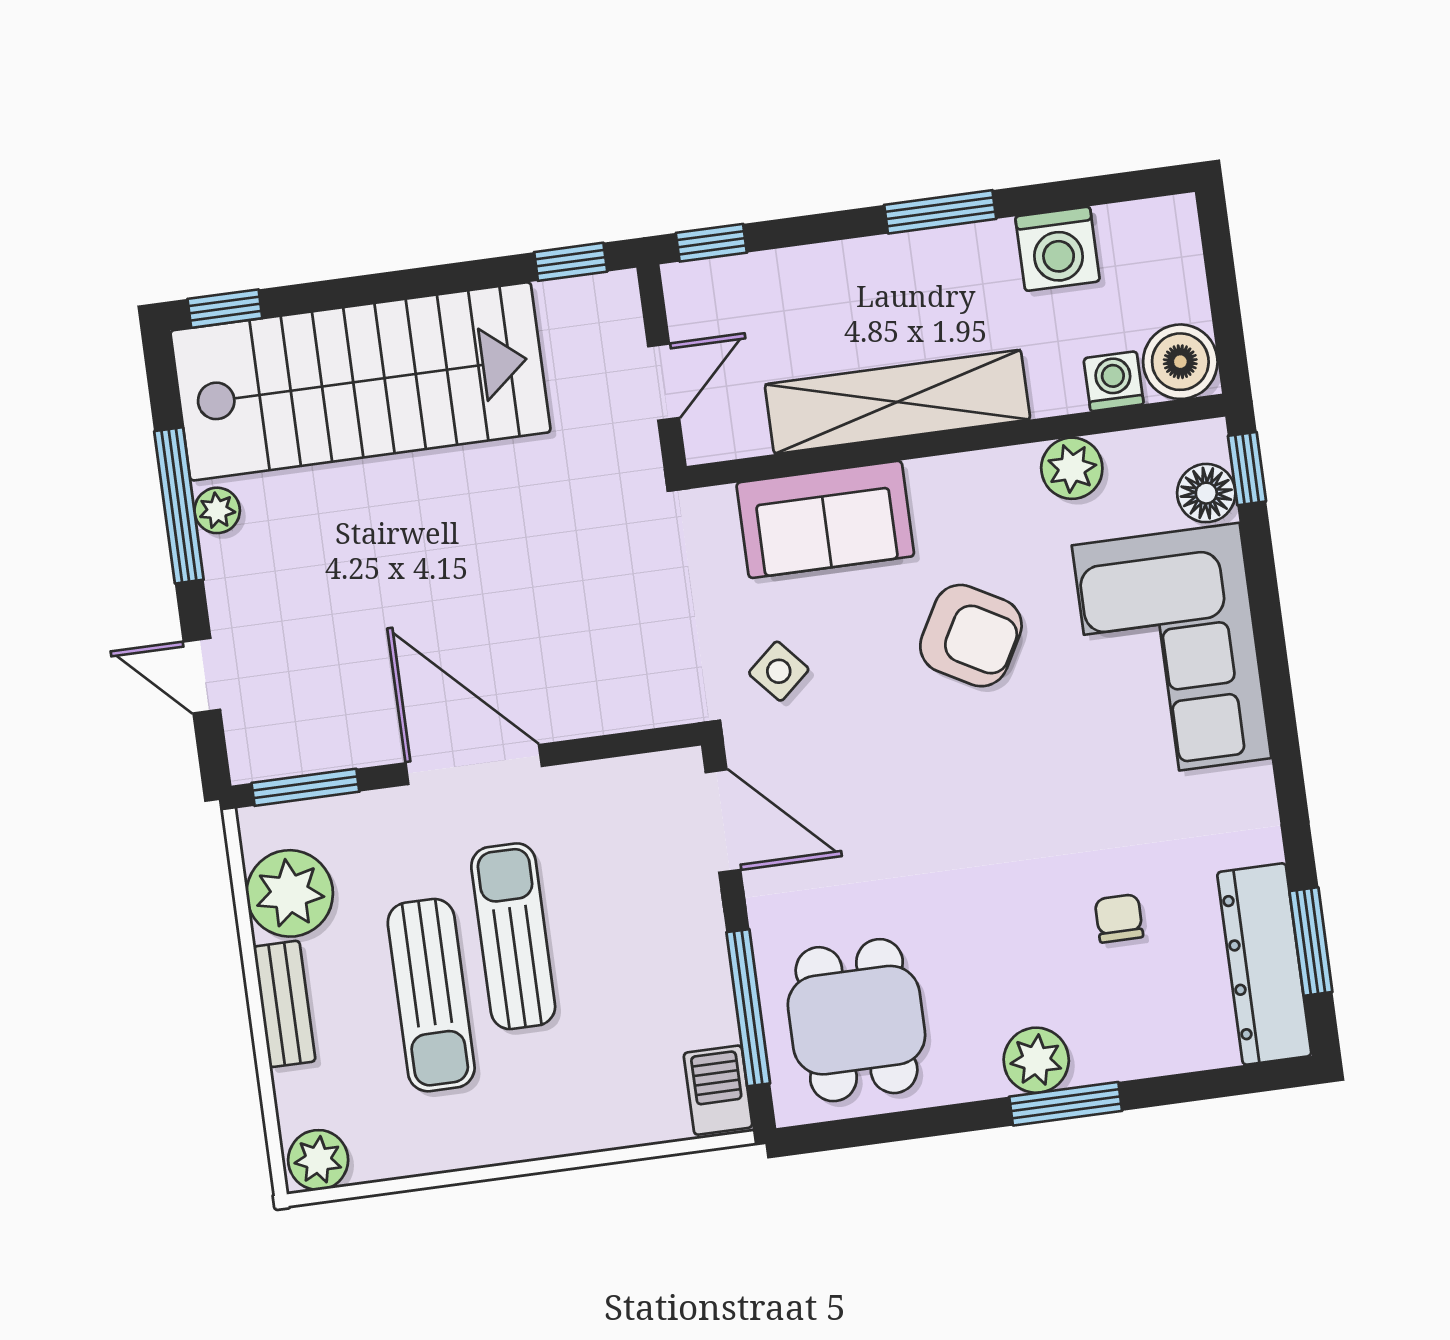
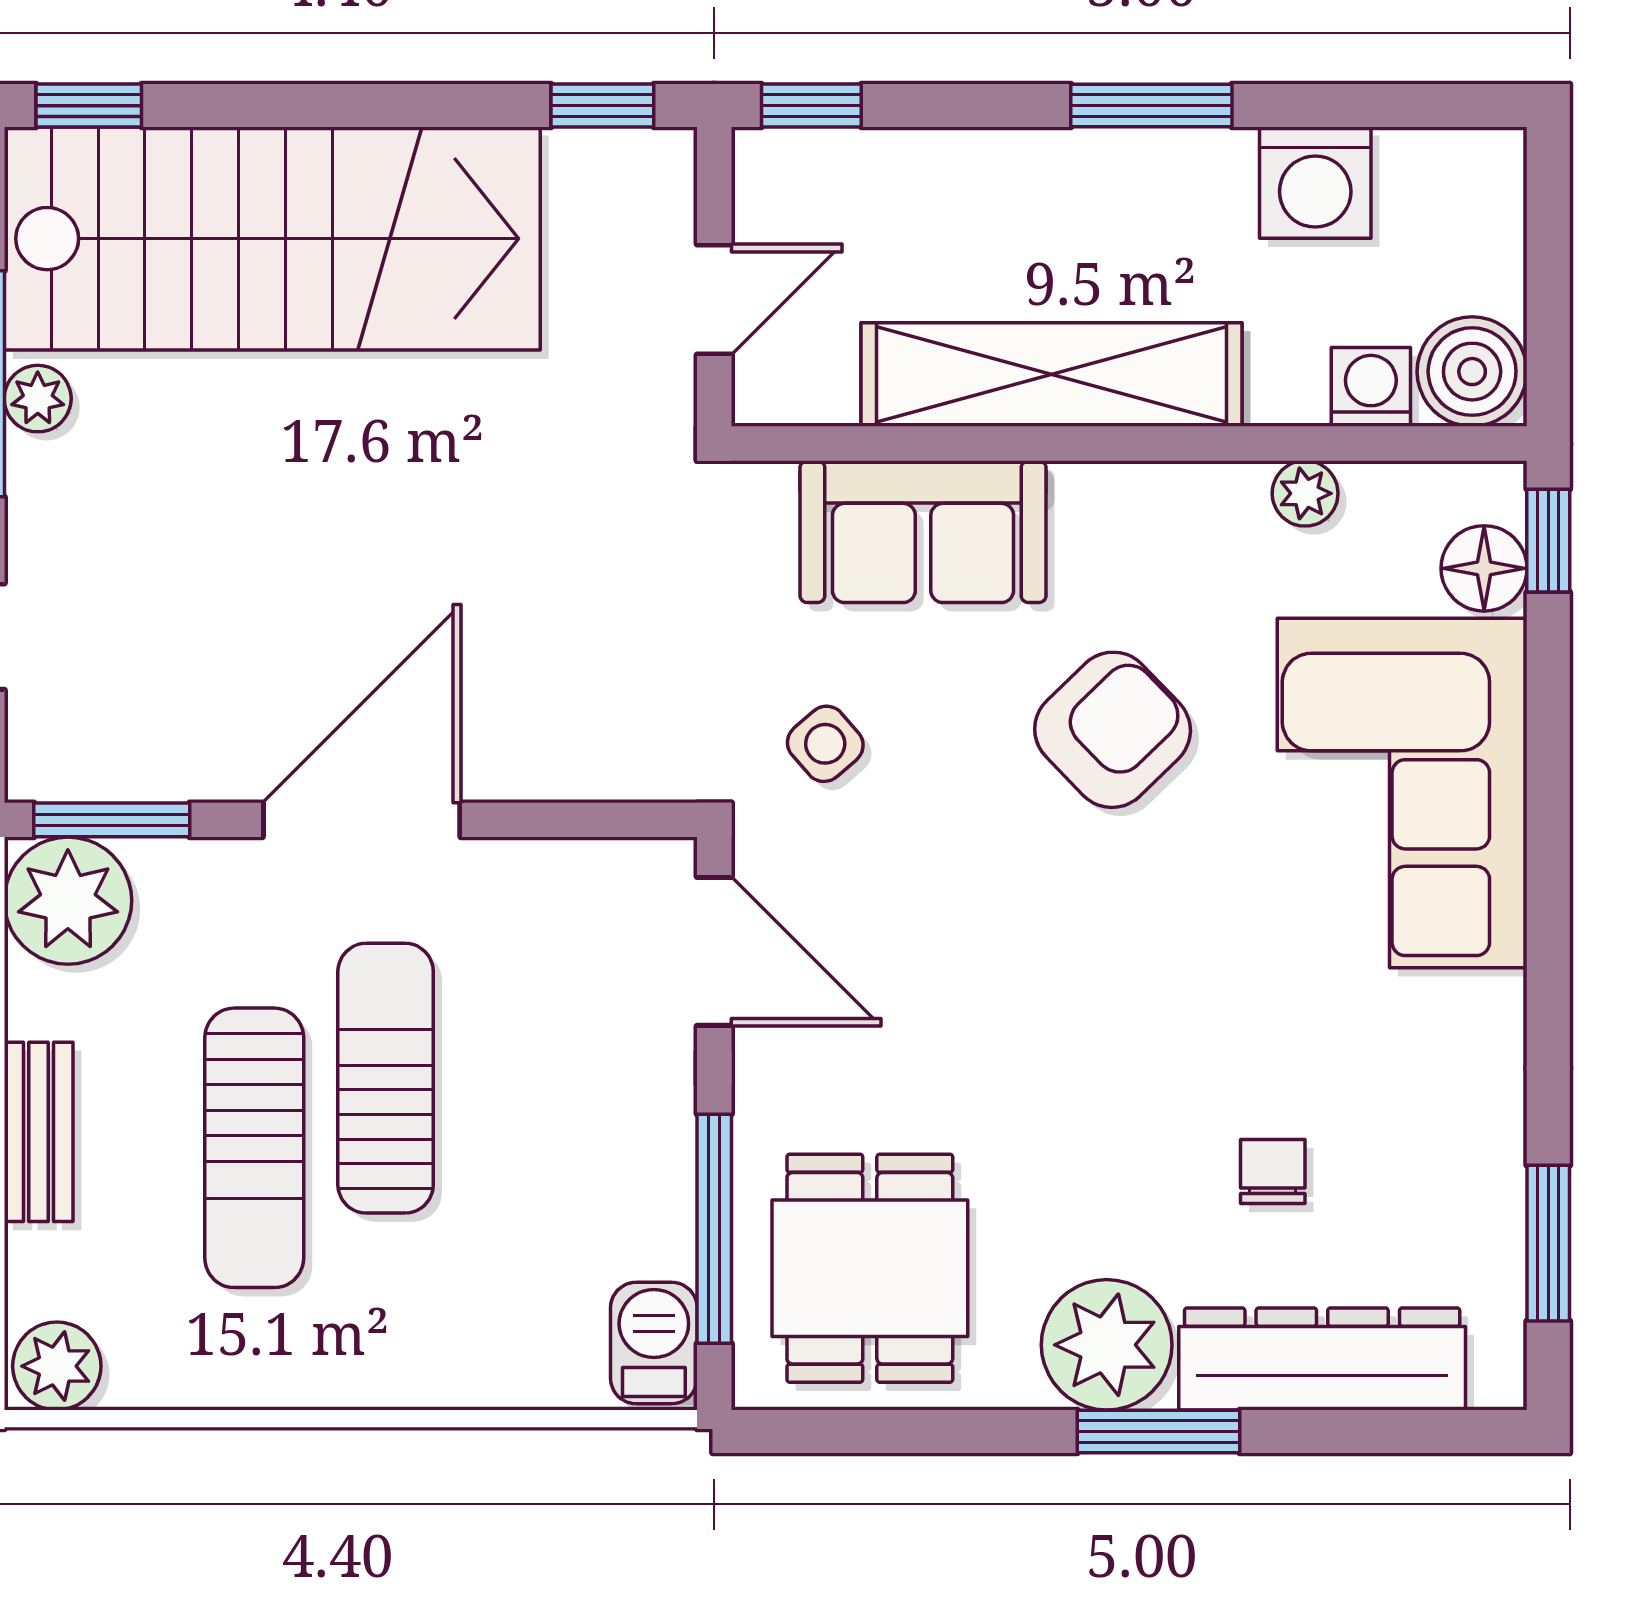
plant: (1072, 468) -> (1305, 493), width x0.73, depth x0.73
armchair: (971, 636) -> (1113, 730), turned -73
door: (474, 765) -> (362, 820), hinge flipped
plant: (290, 893) -> (68, 901), moved
dresser: (1264, 964) -> (1322, 1359), moved, turned 90
plant: (1036, 1060) -> (1107, 1345), width x1.36, depth x1.36

